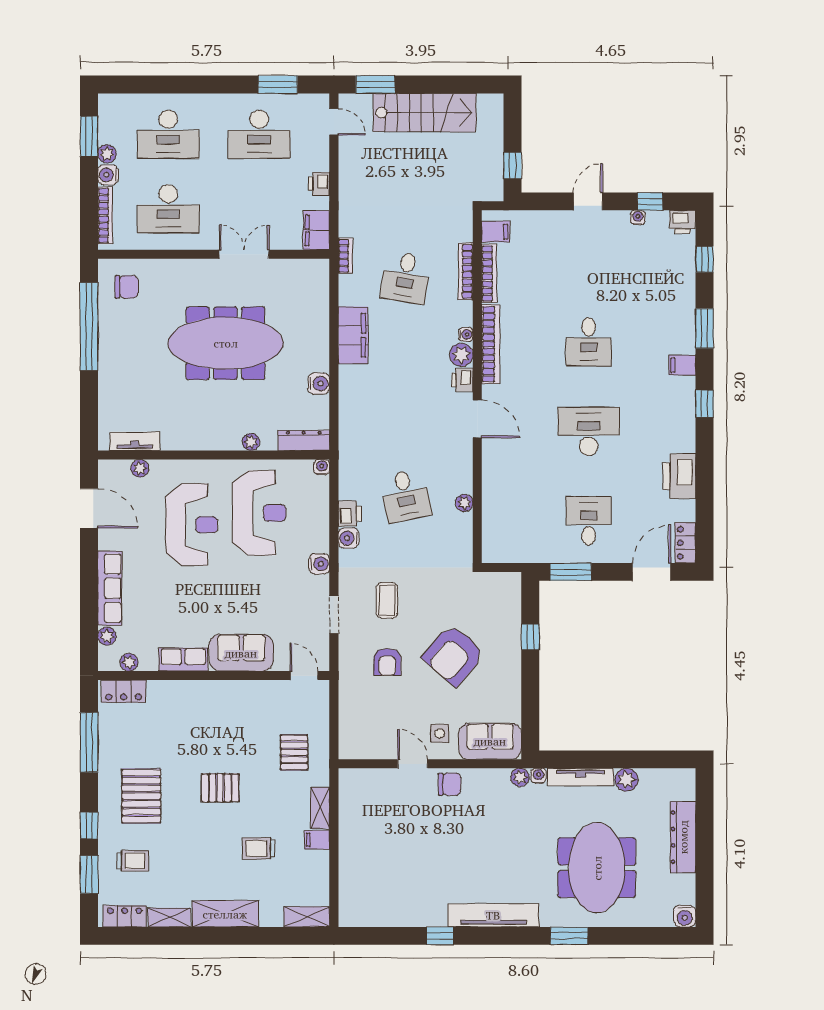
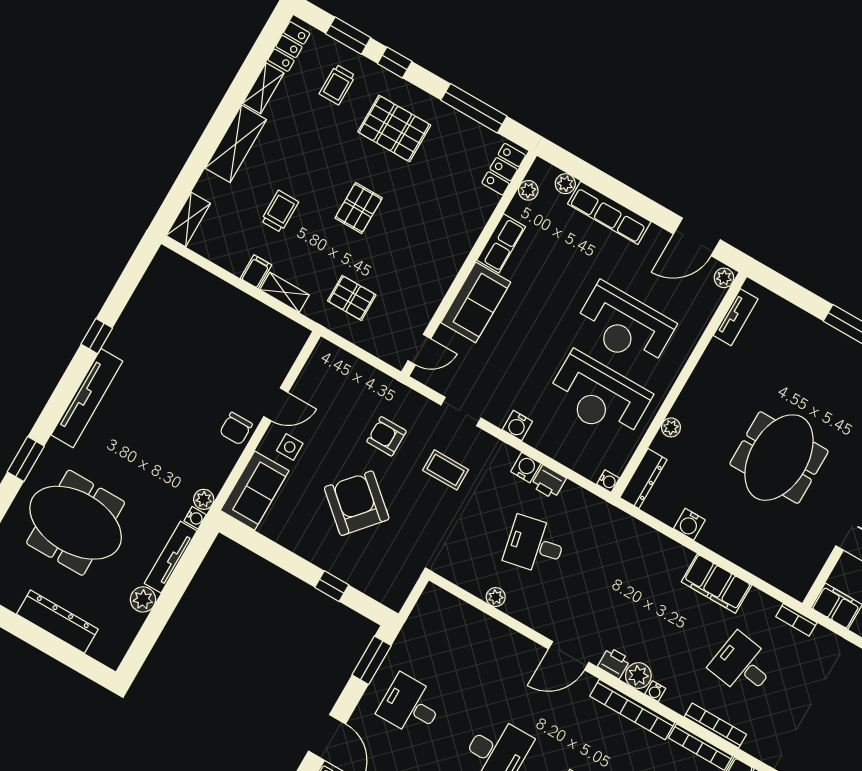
meeting table: (226, 343) -> (779, 458), width x0.73
plant: (140, 468) -> (724, 278), moved
desk: (589, 521) -> (410, 706), turned 180

